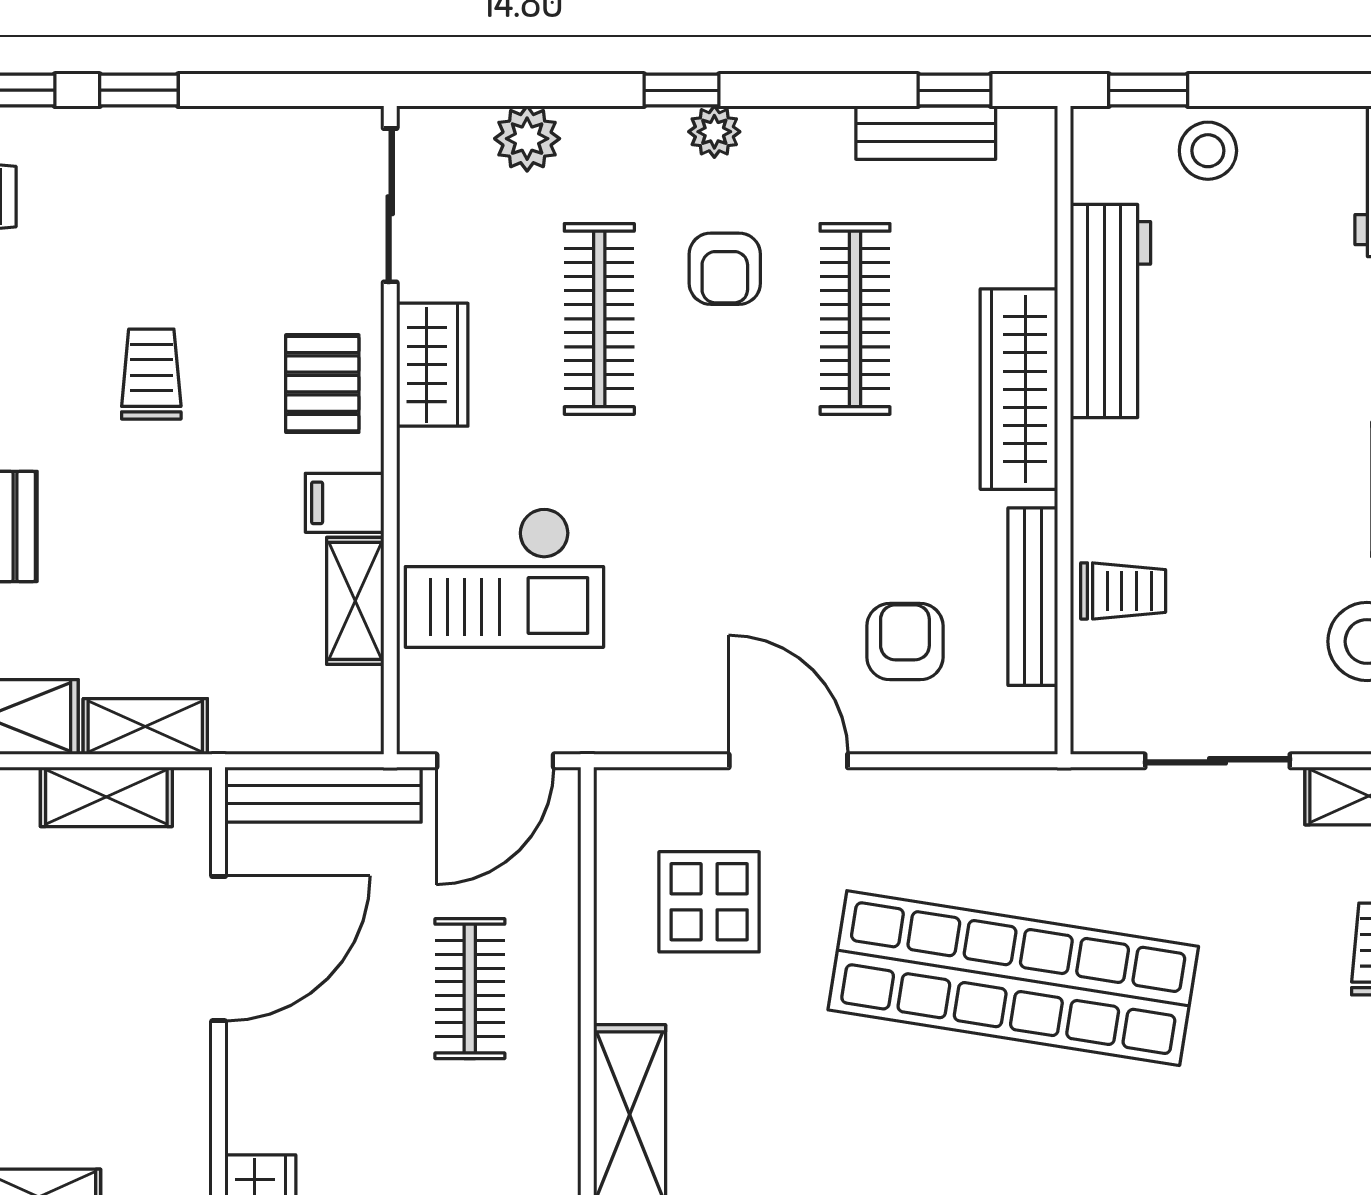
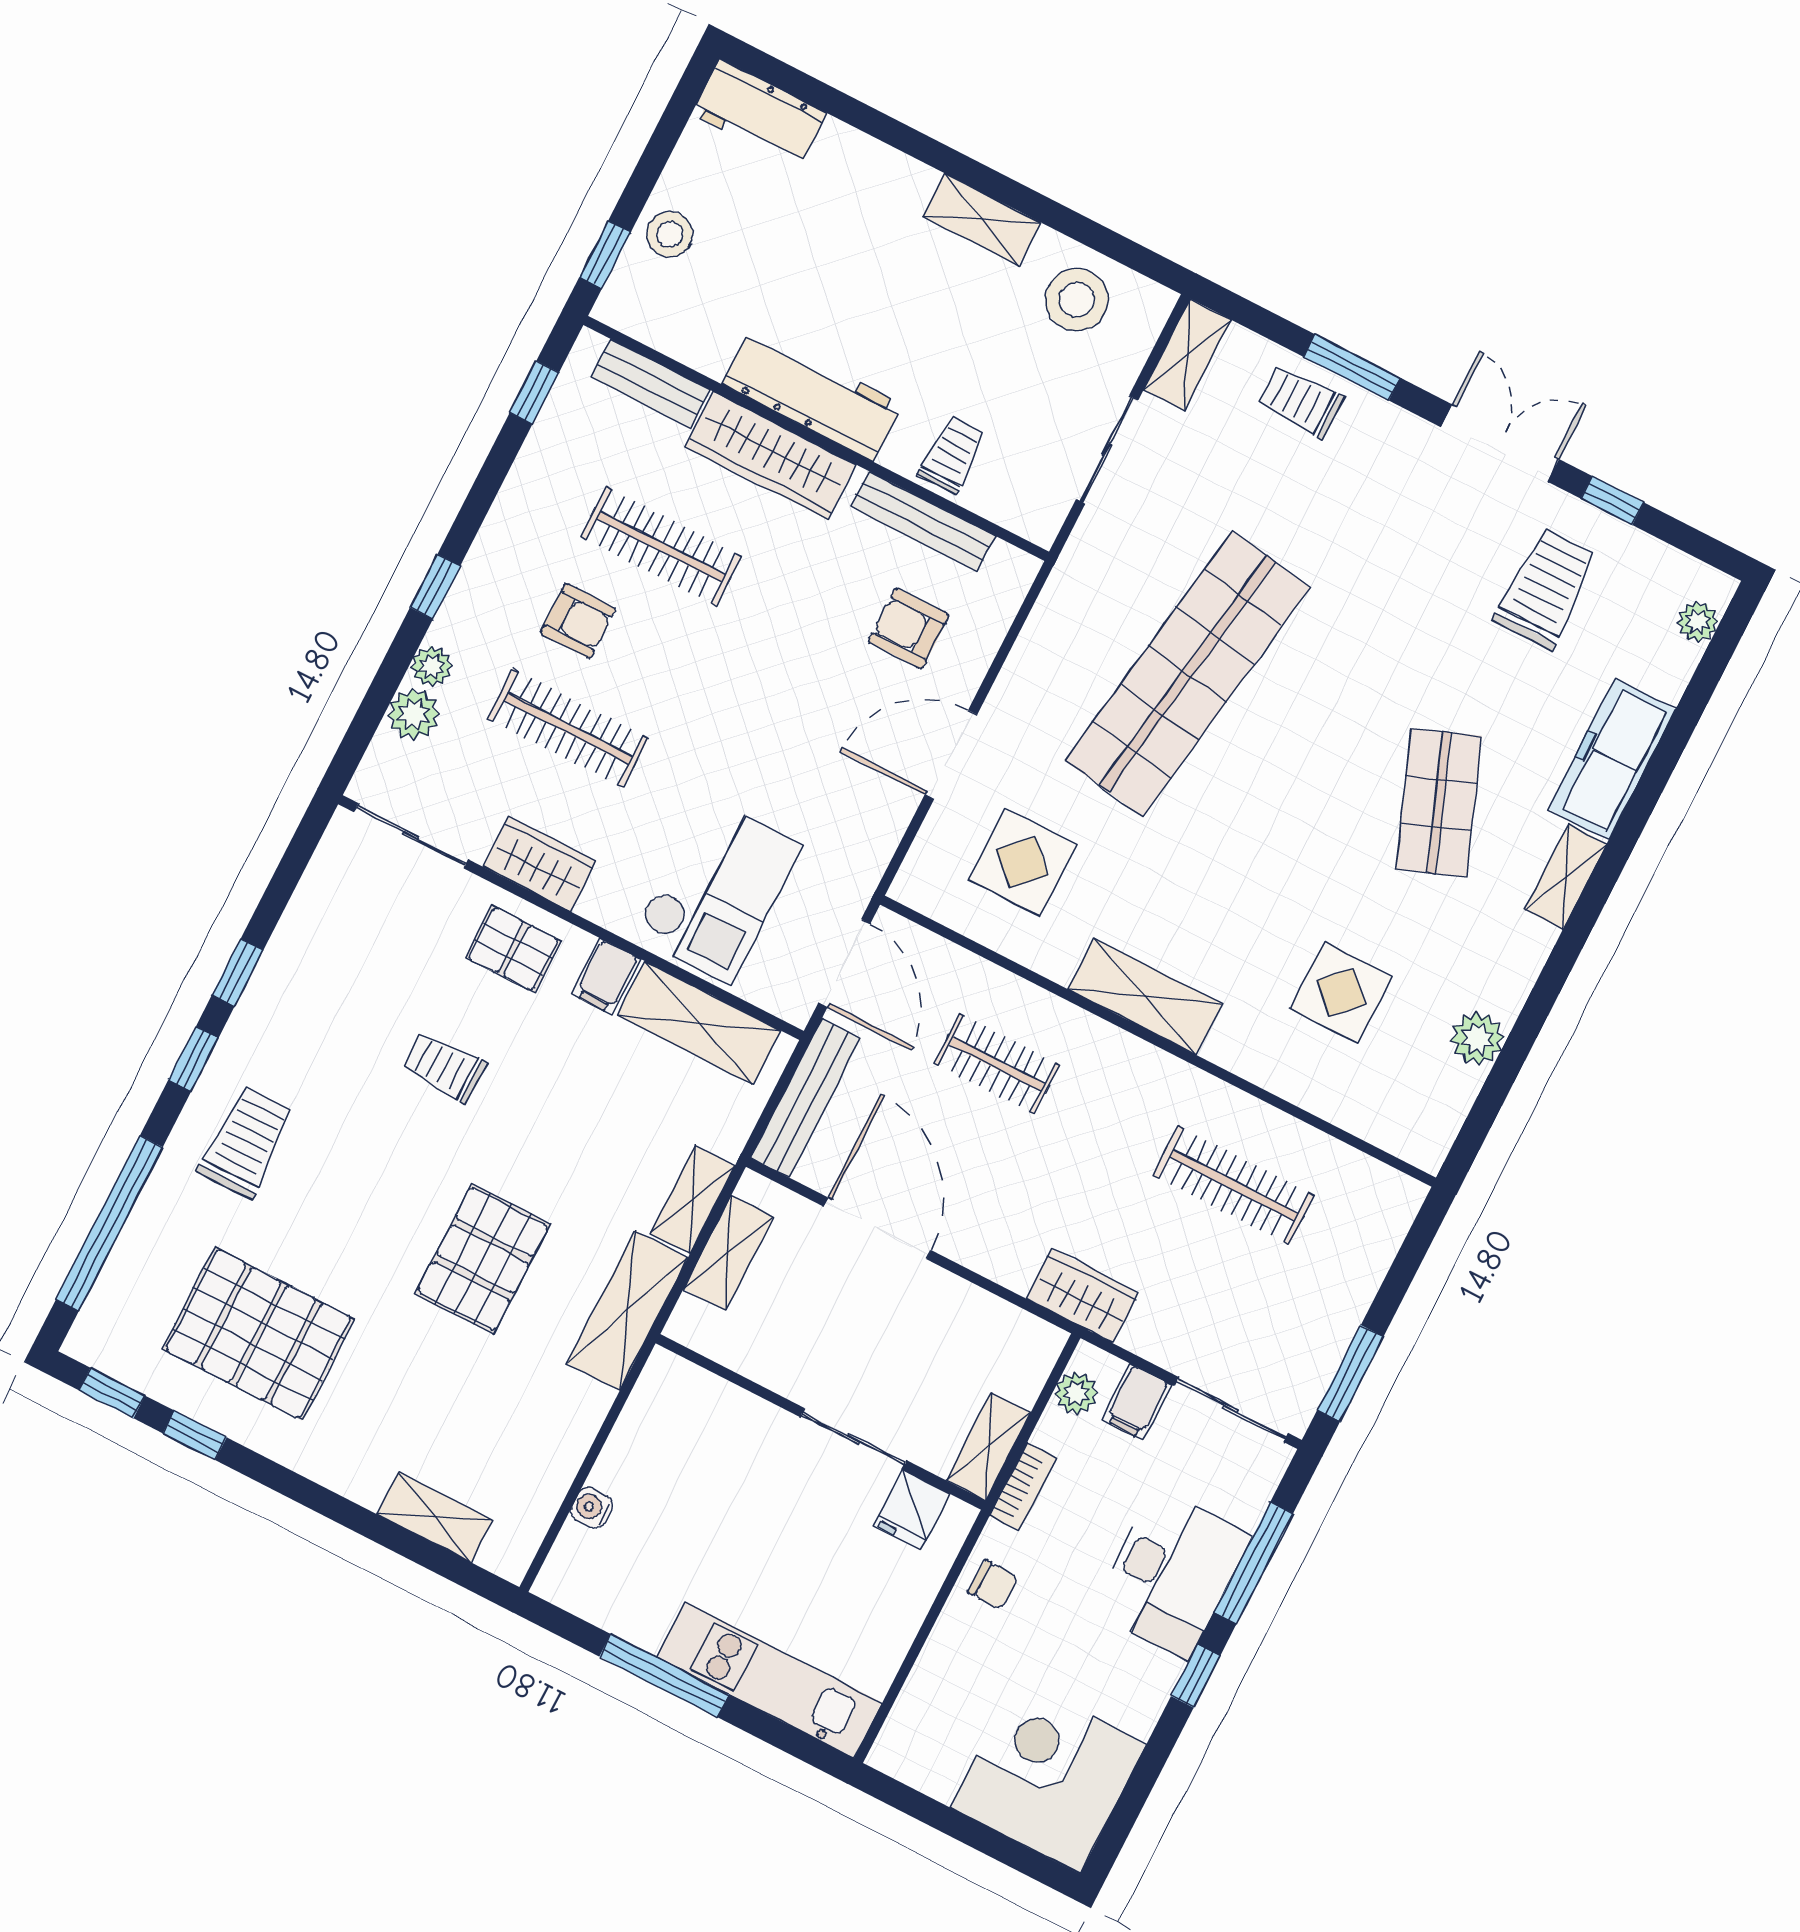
plant: (714, 132) -> (432, 667), moved
bench: (926, 133) -> (650, 383), moved, turned 90
workbench: (1110, 311) -> (812, 395), moved
shelving: (355, 601) -> (699, 1023), width x1.50, depth x1.33

